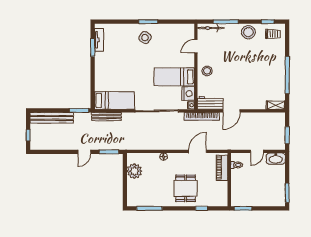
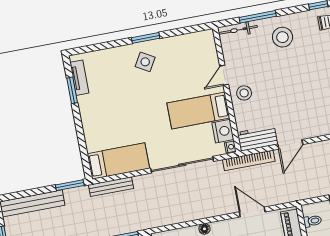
stool: (248, 32) -> (282, 37), moved
door: (196, 46) -> (224, 75), moved
door: (198, 151) -> (252, 212), hinge flipped

